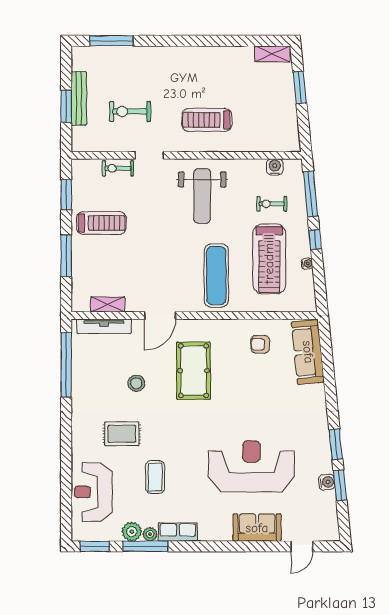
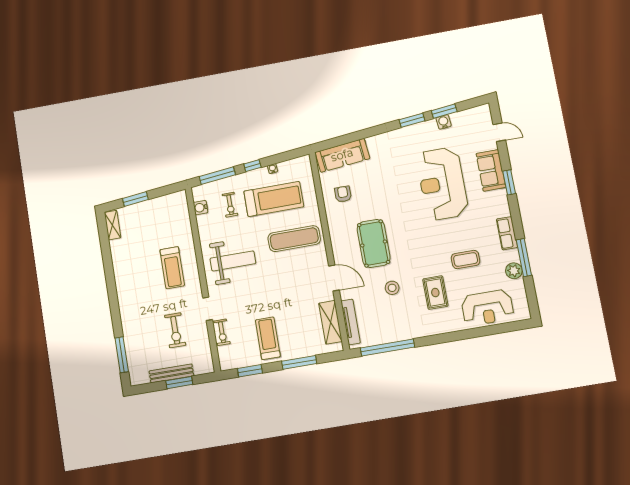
shelving: (108, 304) -> (330, 322), width x1.50, depth x1.33
armchair: (260, 344) -> (343, 194), turned 180
pool table: (194, 371) -> (374, 243), turned 90
plant: (150, 534) -> (513, 256), removed
window: (95, 546) -> (509, 182), moved

